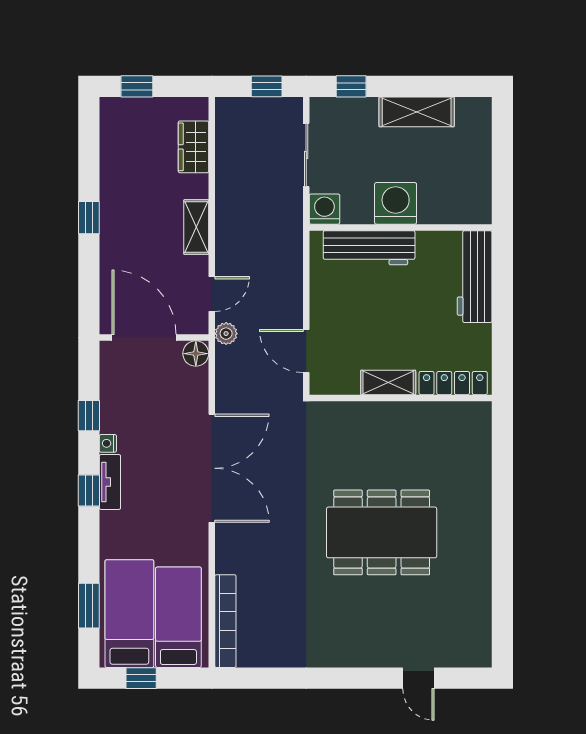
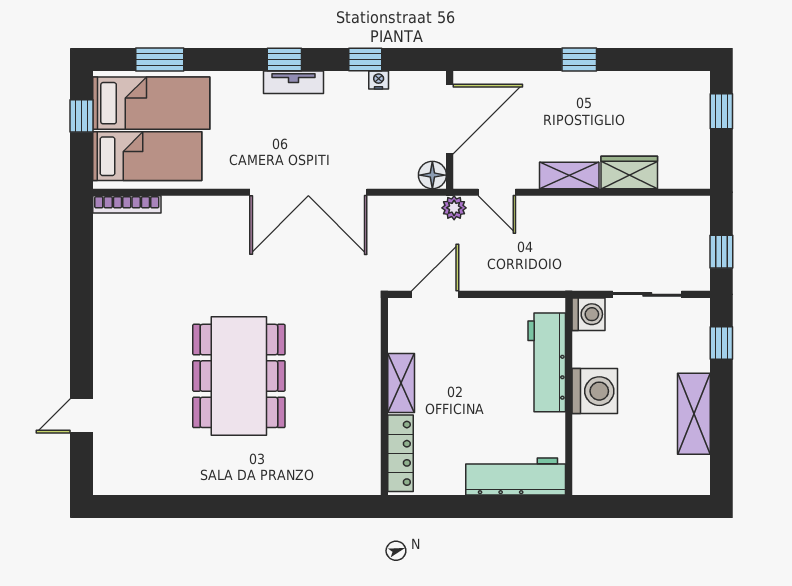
wardrobe: (193, 147) -> (629, 173), moved
nightstand: (108, 443) -> (379, 80), moved
bookcase: (225, 621) -> (127, 204), width x0.68, depth x0.76

